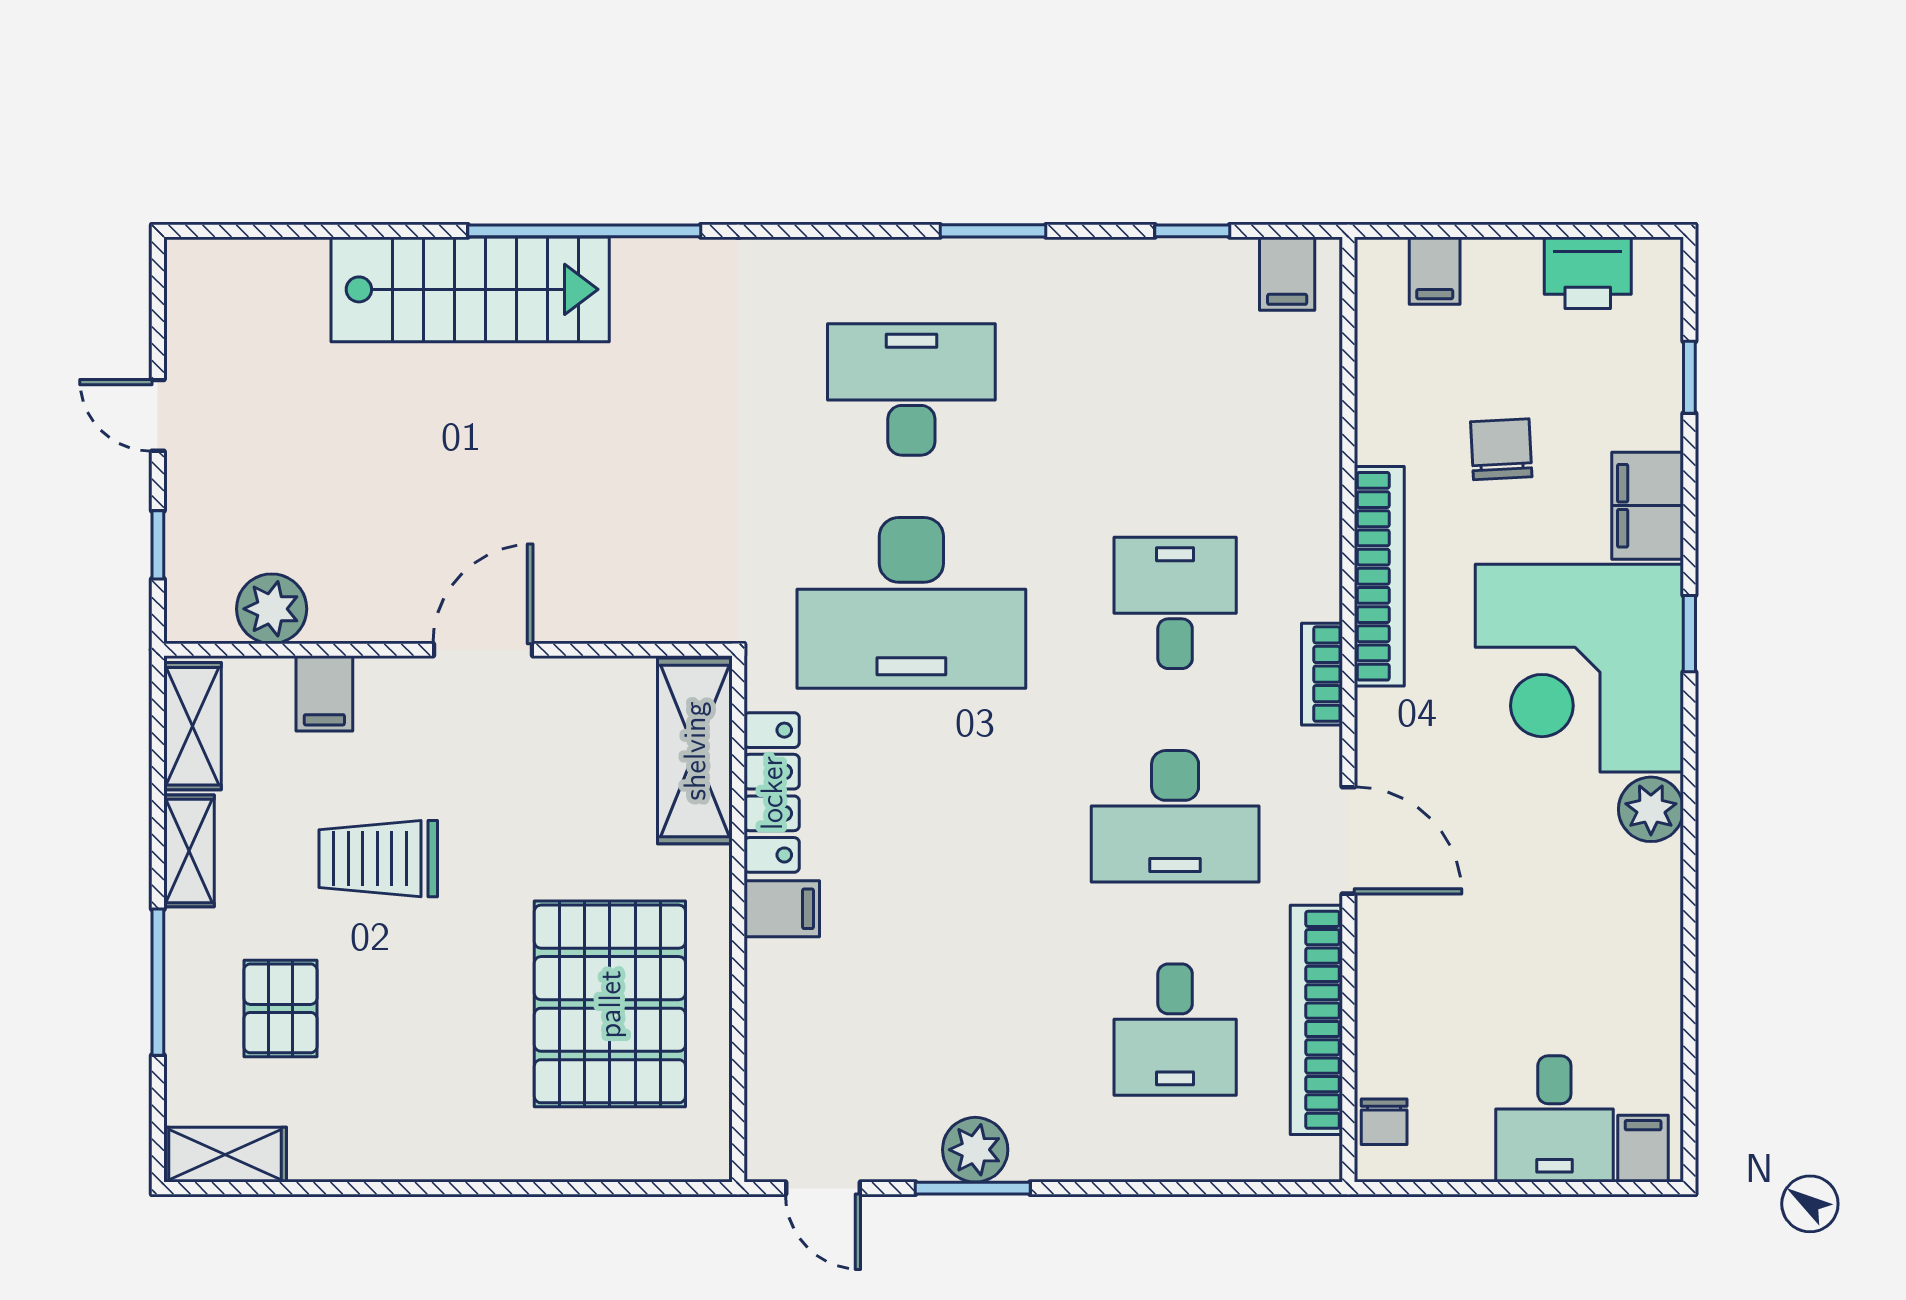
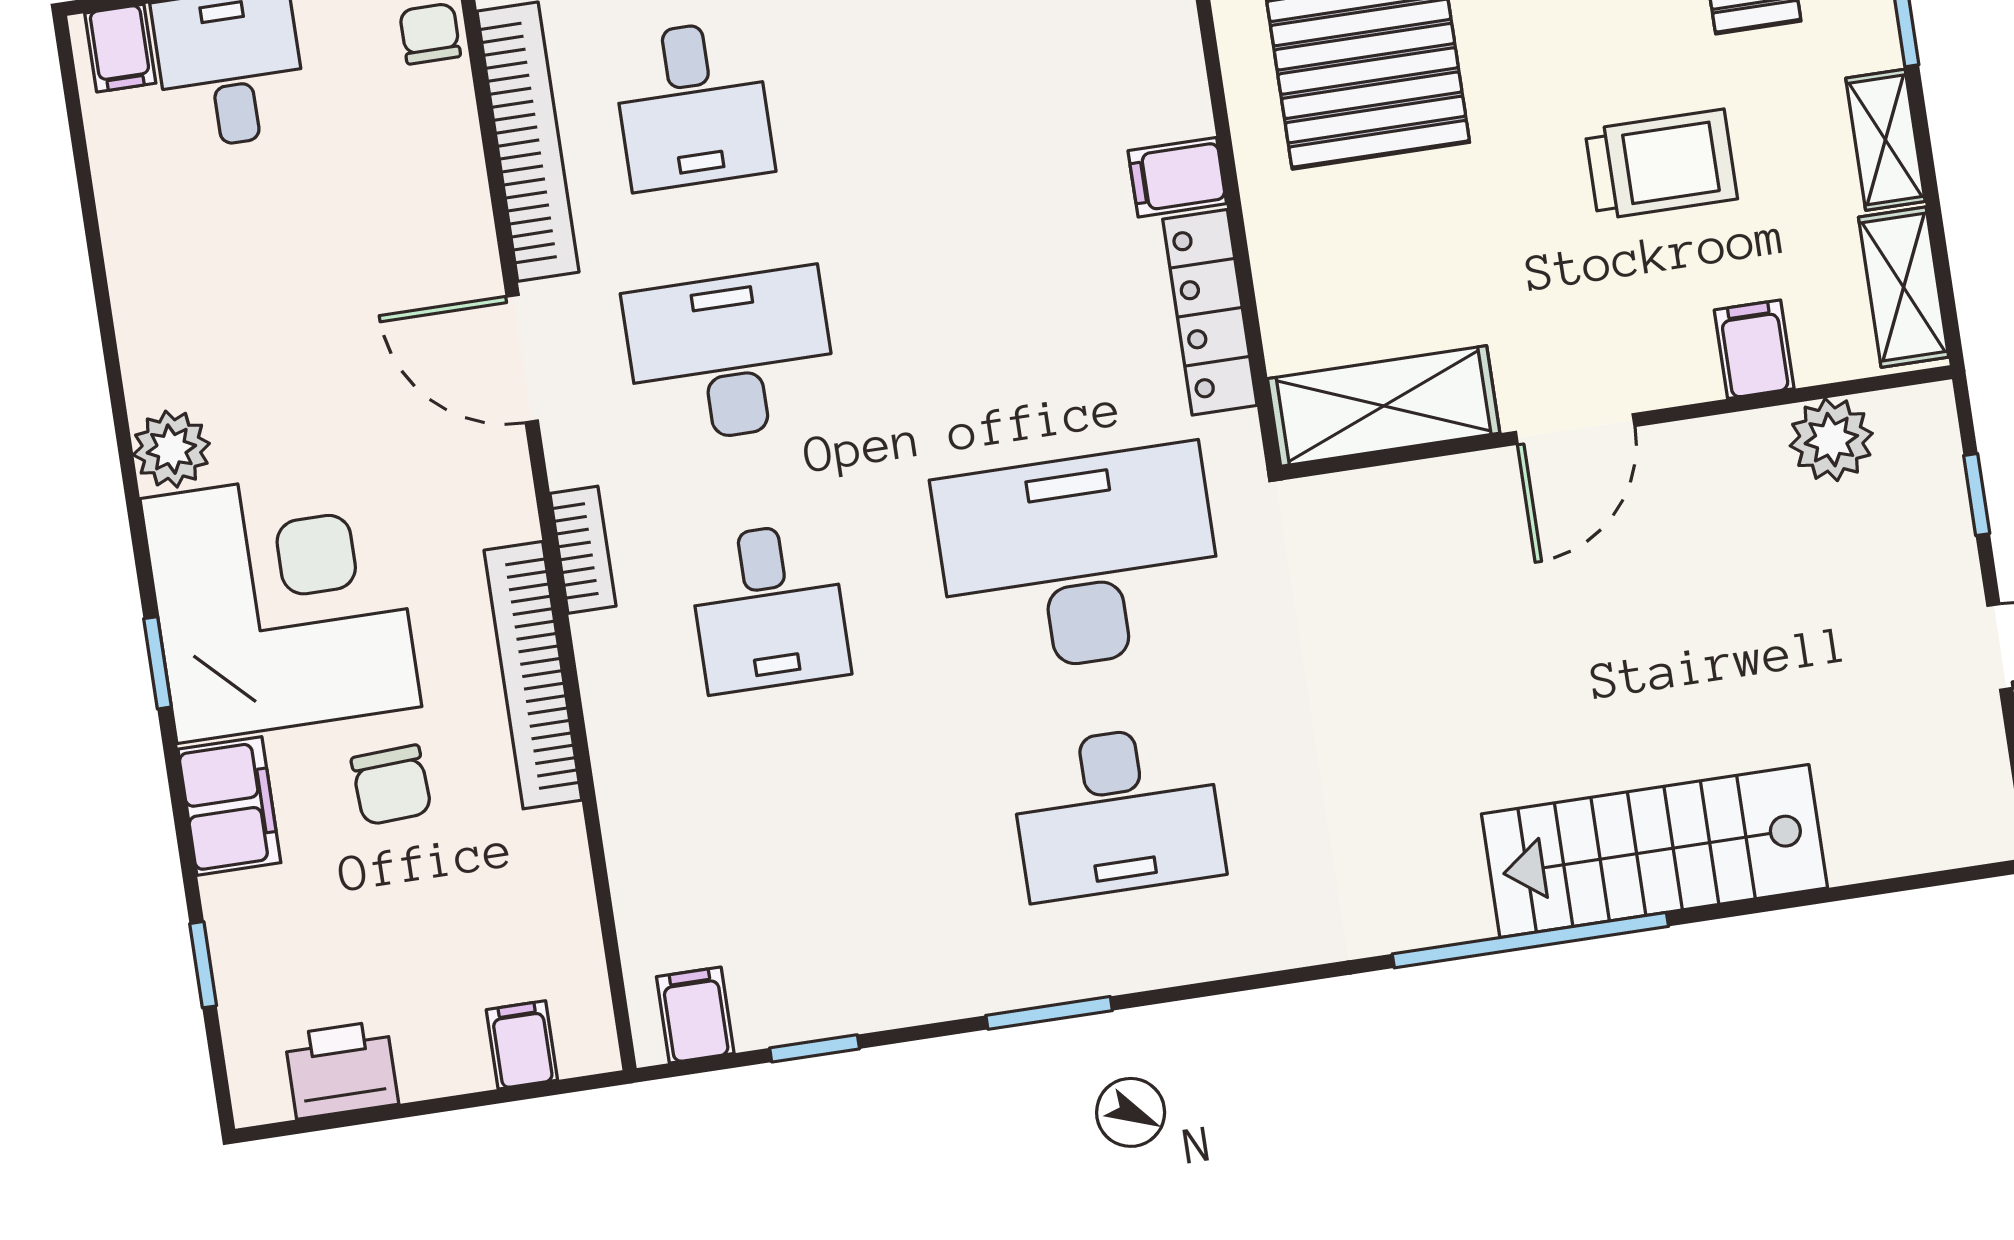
chair: (1501, 449) -> (391, 785), moved
shelving: (695, 751) -> (1384, 406), moved, turned 90
desk: (1175, 1030) -> (693, 105), turned 180

